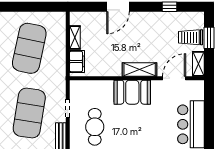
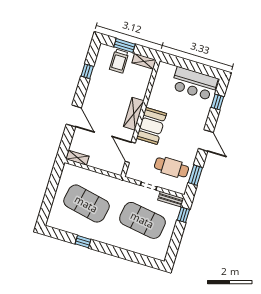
shelving: (75, 38) -> (78, 158), moved
filing cabinet: (77, 61) -> (110, 166), removed
door: (174, 78) -> (130, 152), moved

